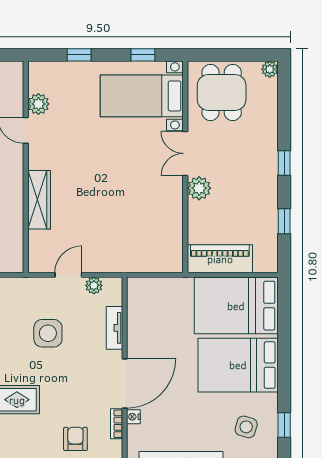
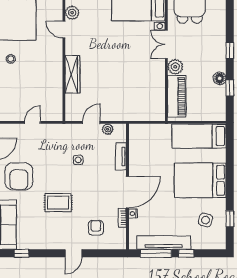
floor lamp: (268, 206) -> (220, 78), added
piano: (220, 259) -> (177, 96), moved, turned 90
bed: (236, 306) -> (199, 136), width x0.67
side table: (48, 333) -> (78, 160), width x0.54, depth x0.54

